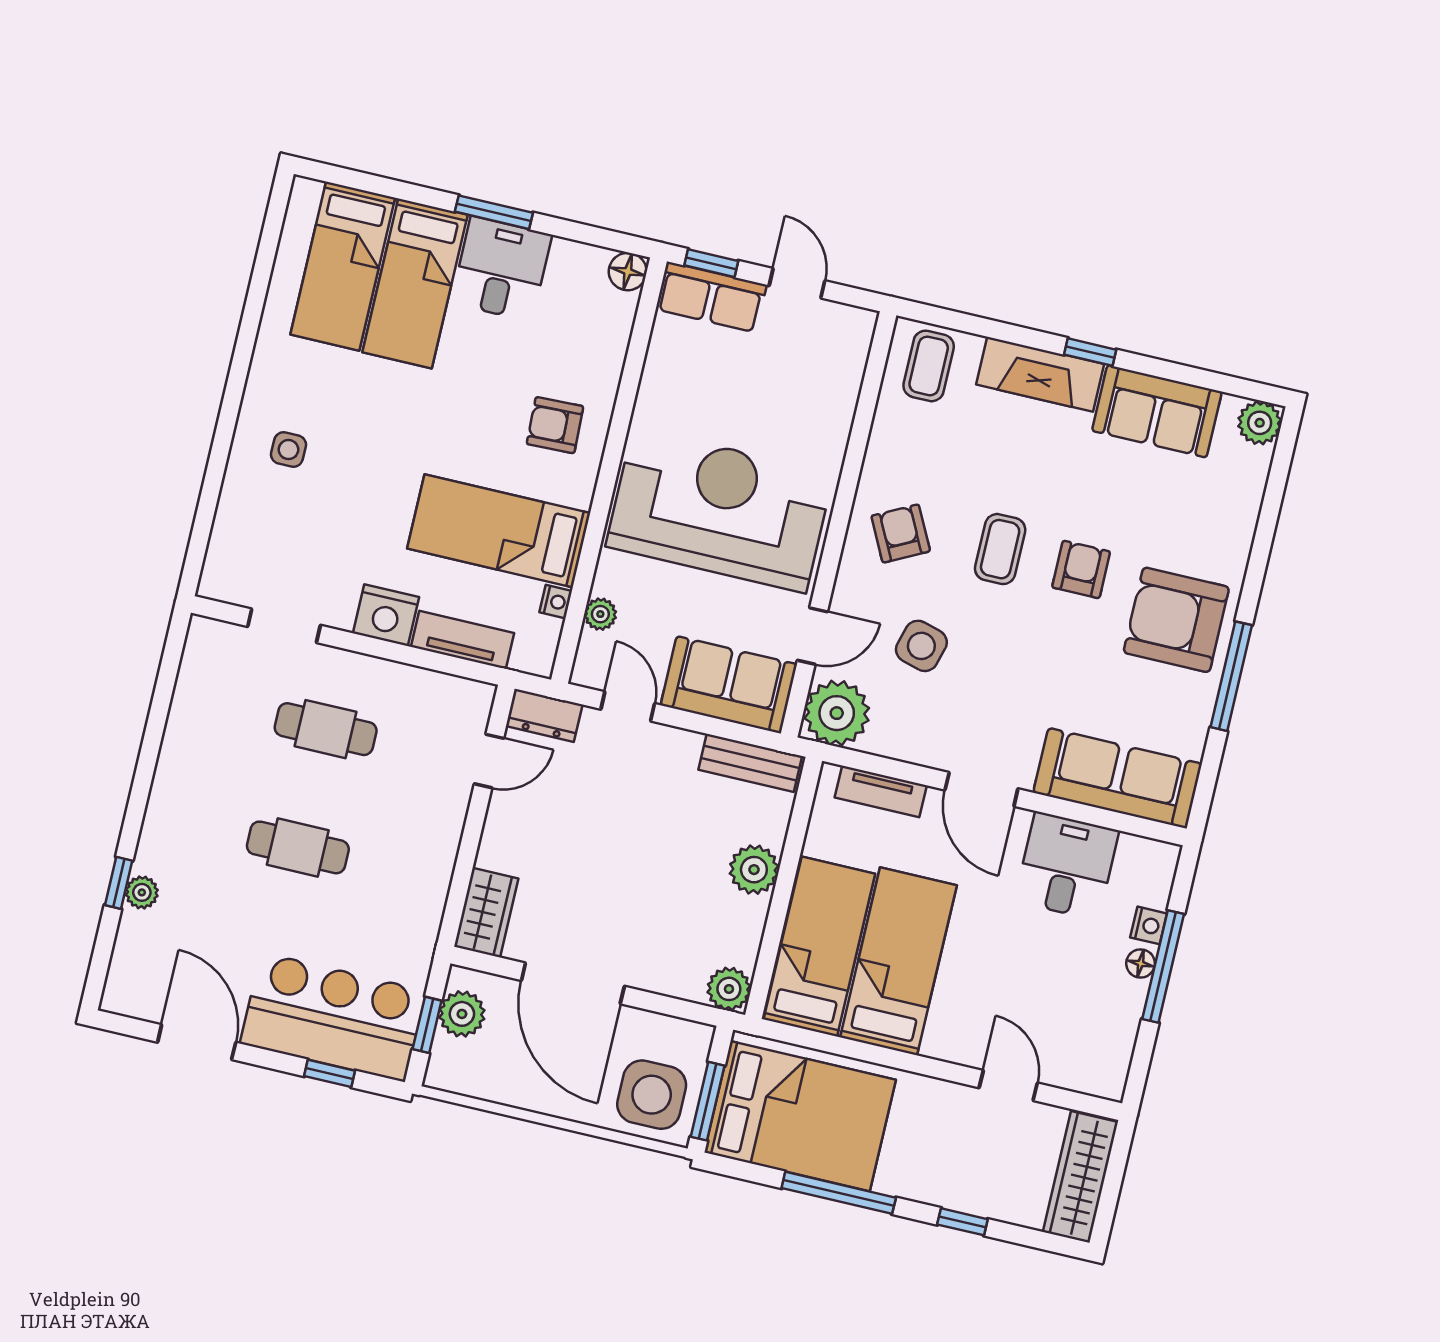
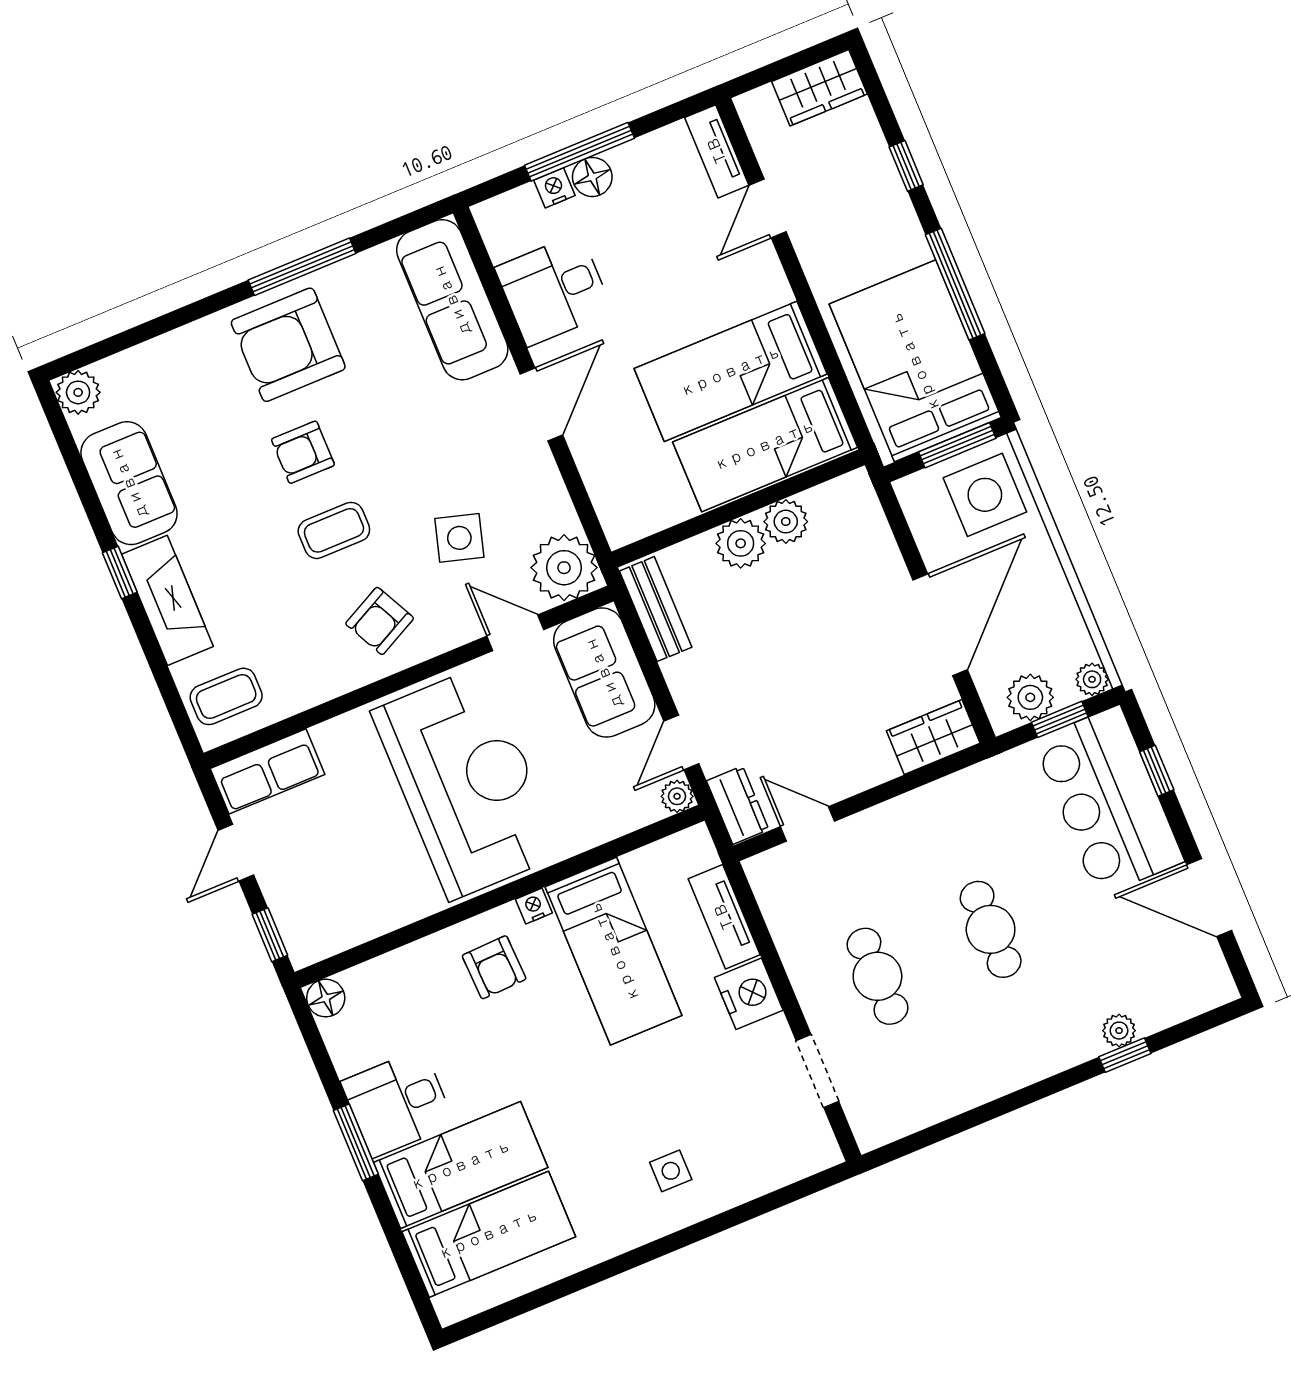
row of seats: (711, 297) -> (267, 771), moved, turned 90
reception desk: (720, 510) -> (467, 783), turned 180
nightstand: (556, 602) -> (534, 906), moved
plant: (600, 614) -> (677, 796), moved
armchair: (1176, 620) -> (288, 345), turned 90
tv unit: (881, 791) -> (717, 151), moved, turned 180
floor lamp: (1141, 963) -> (592, 177), width x1.37, depth x1.37
plant: (729, 989) -> (786, 522), moved
door: (197, 1042) -> (1209, 898), hinge flipped
plant: (441, 1074) -> (1092, 679), added
wardrobe: (1080, 1177) -> (819, 88), width x0.67

